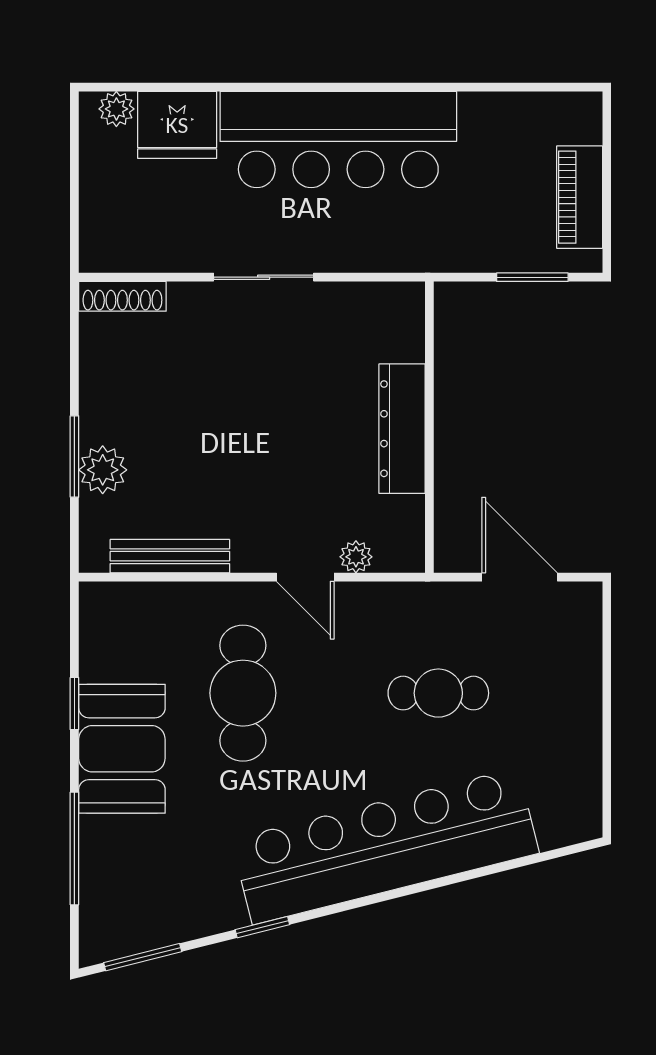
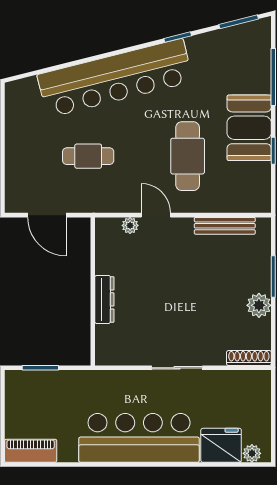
piano: (580, 197) -> (31, 451), moved, turned -90
dresser: (402, 429) -> (104, 299), width x0.73, depth x0.80
plant: (103, 470) -> (259, 305), moved

